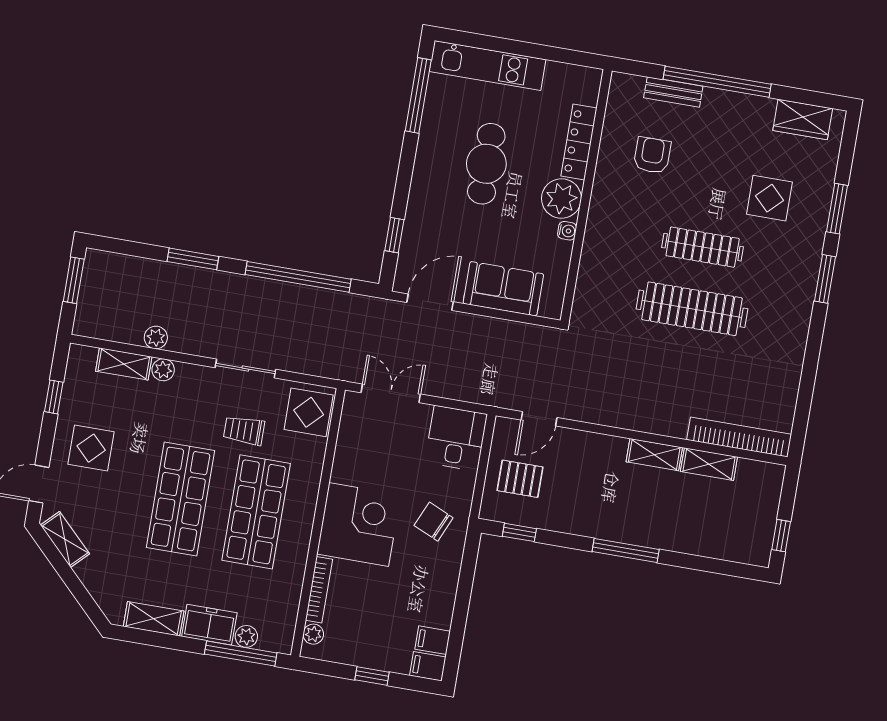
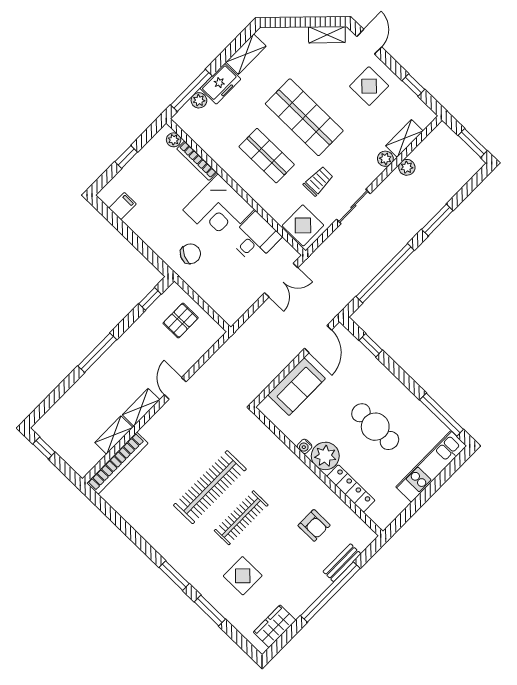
door: (539, 419) -> (175, 388), moved
desk: (456, 438) -> (255, 238), moved, turned -90
shop shelf: (256, 512) -> (267, 156), width x0.70, depth x0.74
filing cabinet: (428, 666) -> (110, 193), removed

